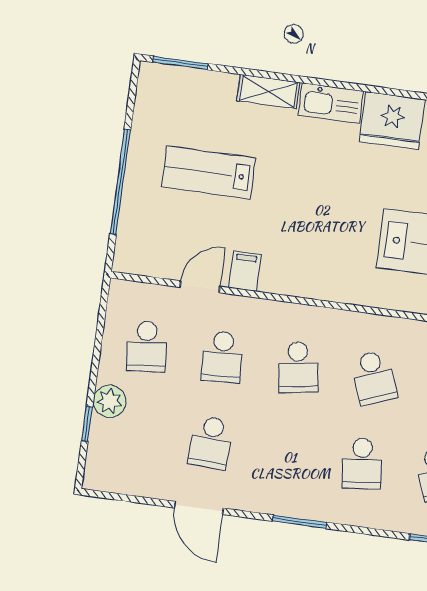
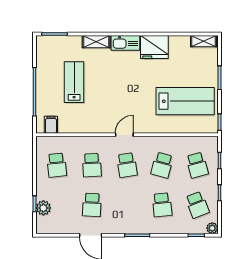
lab bench: (209, 172) -> (74, 82), turned 90
filing cabinet: (245, 271) -> (51, 125), moved
door: (200, 287) -> (124, 135), moved
school desk: (374, 378) -> (162, 165), turned 36
plant: (110, 401) -> (43, 208), moved

